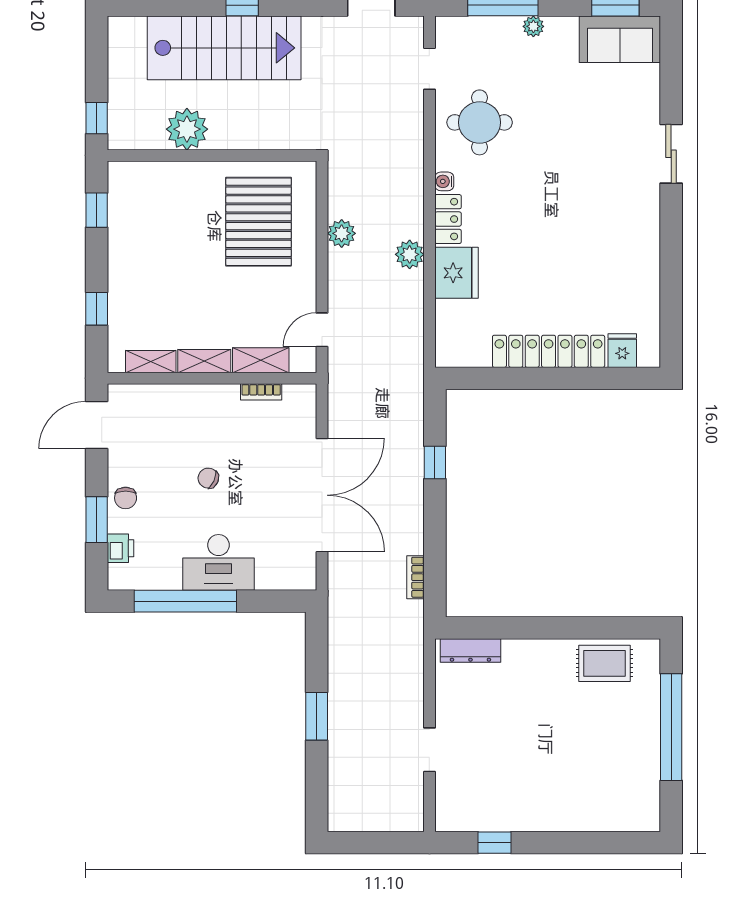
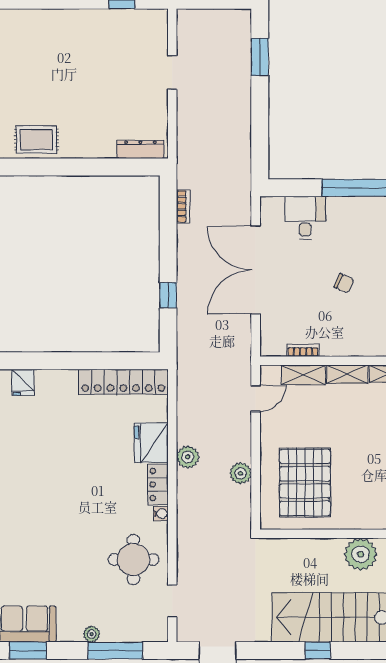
locker: (549, 351) -> (123, 382), moved
desk: (218, 562) -> (305, 218), moved, width x0.73
window: (317, 716) -> (260, 57), moved

